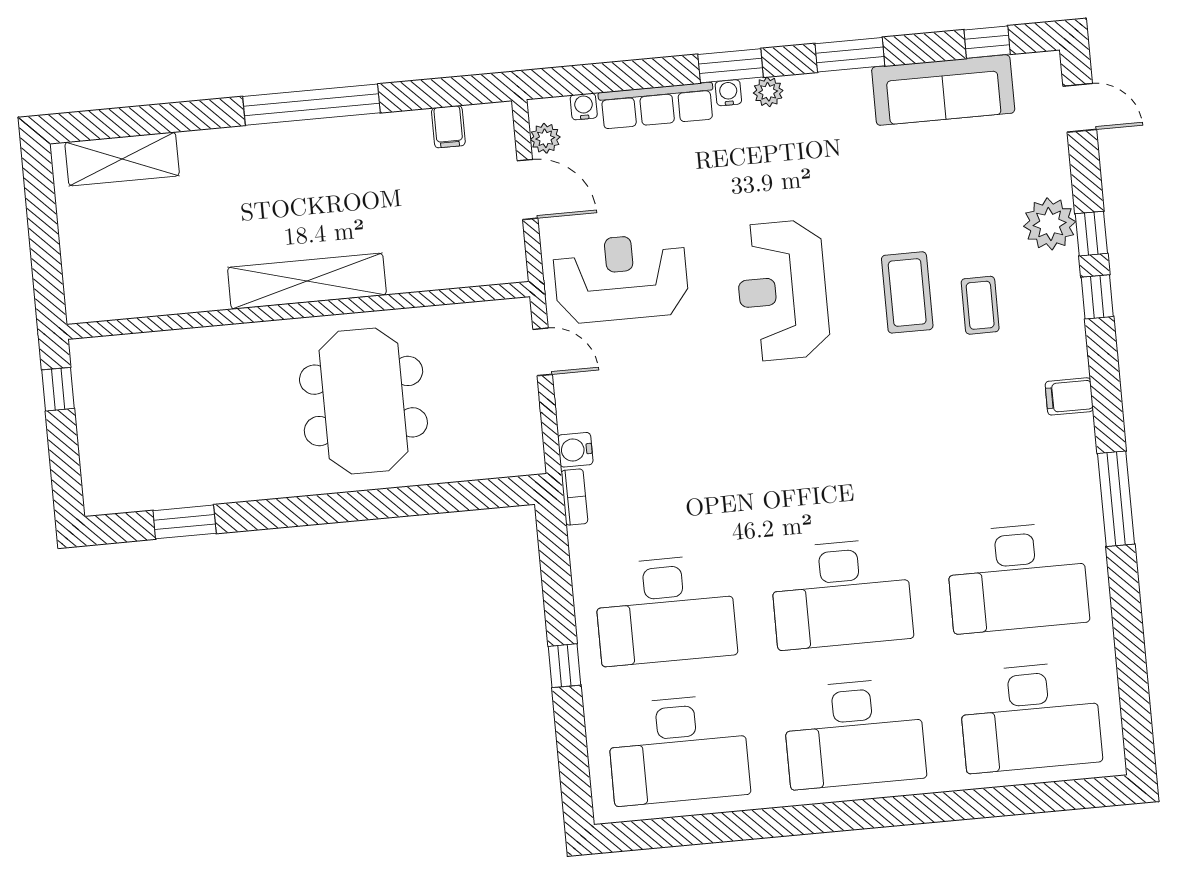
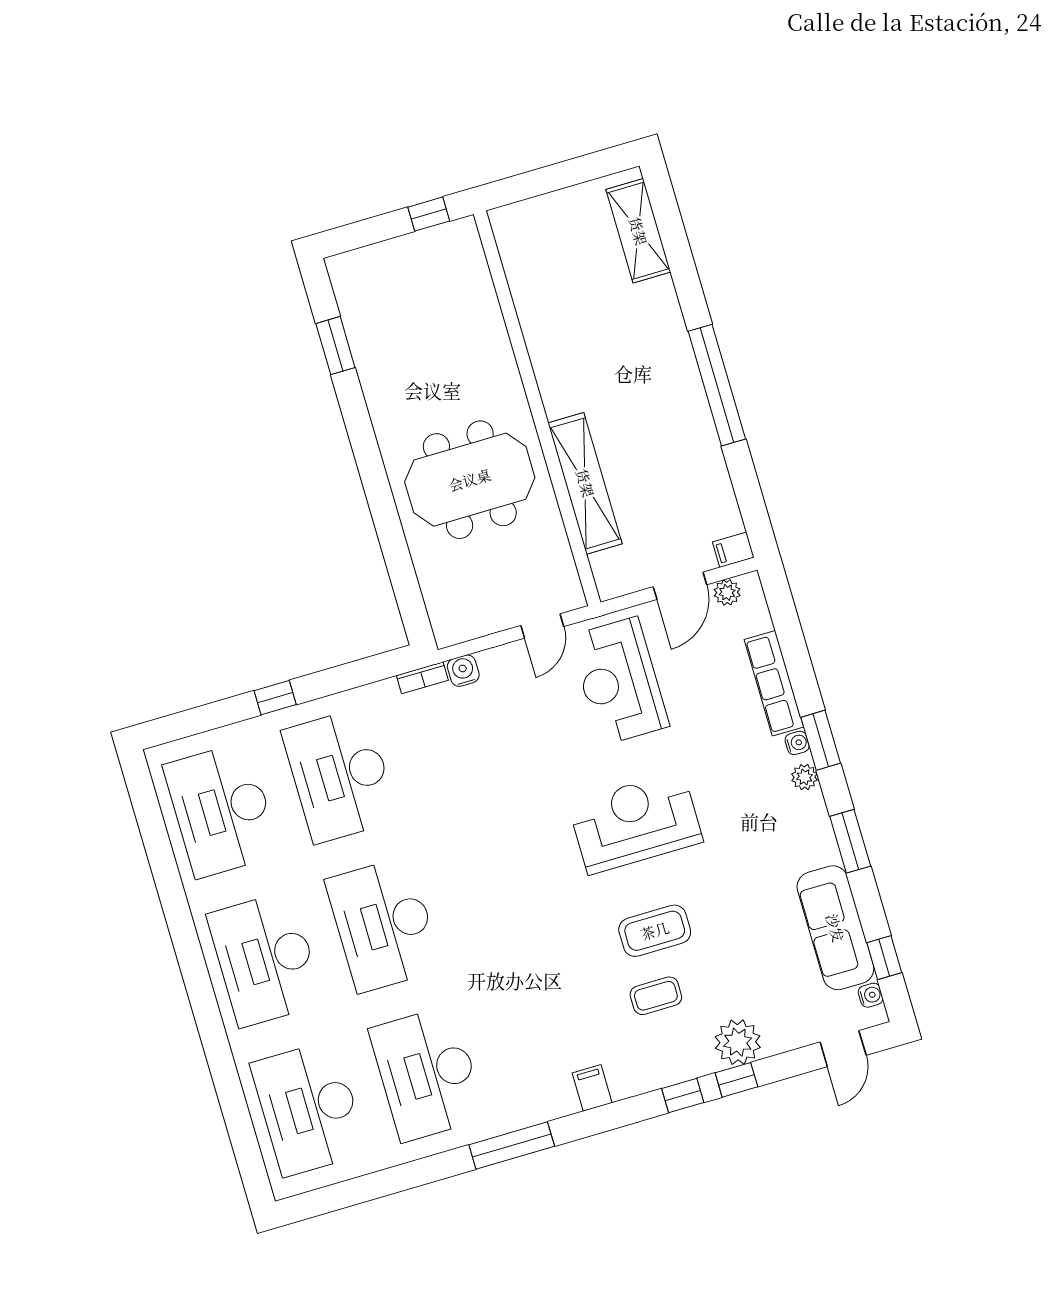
water cooler: (584, 106) -> (871, 995), moved
filing cabinet: (448, 127) -> (733, 550), moved
reception desk: (621, 278) -> (619, 681), turned 180
shelving: (307, 281) -> (585, 483), moved

